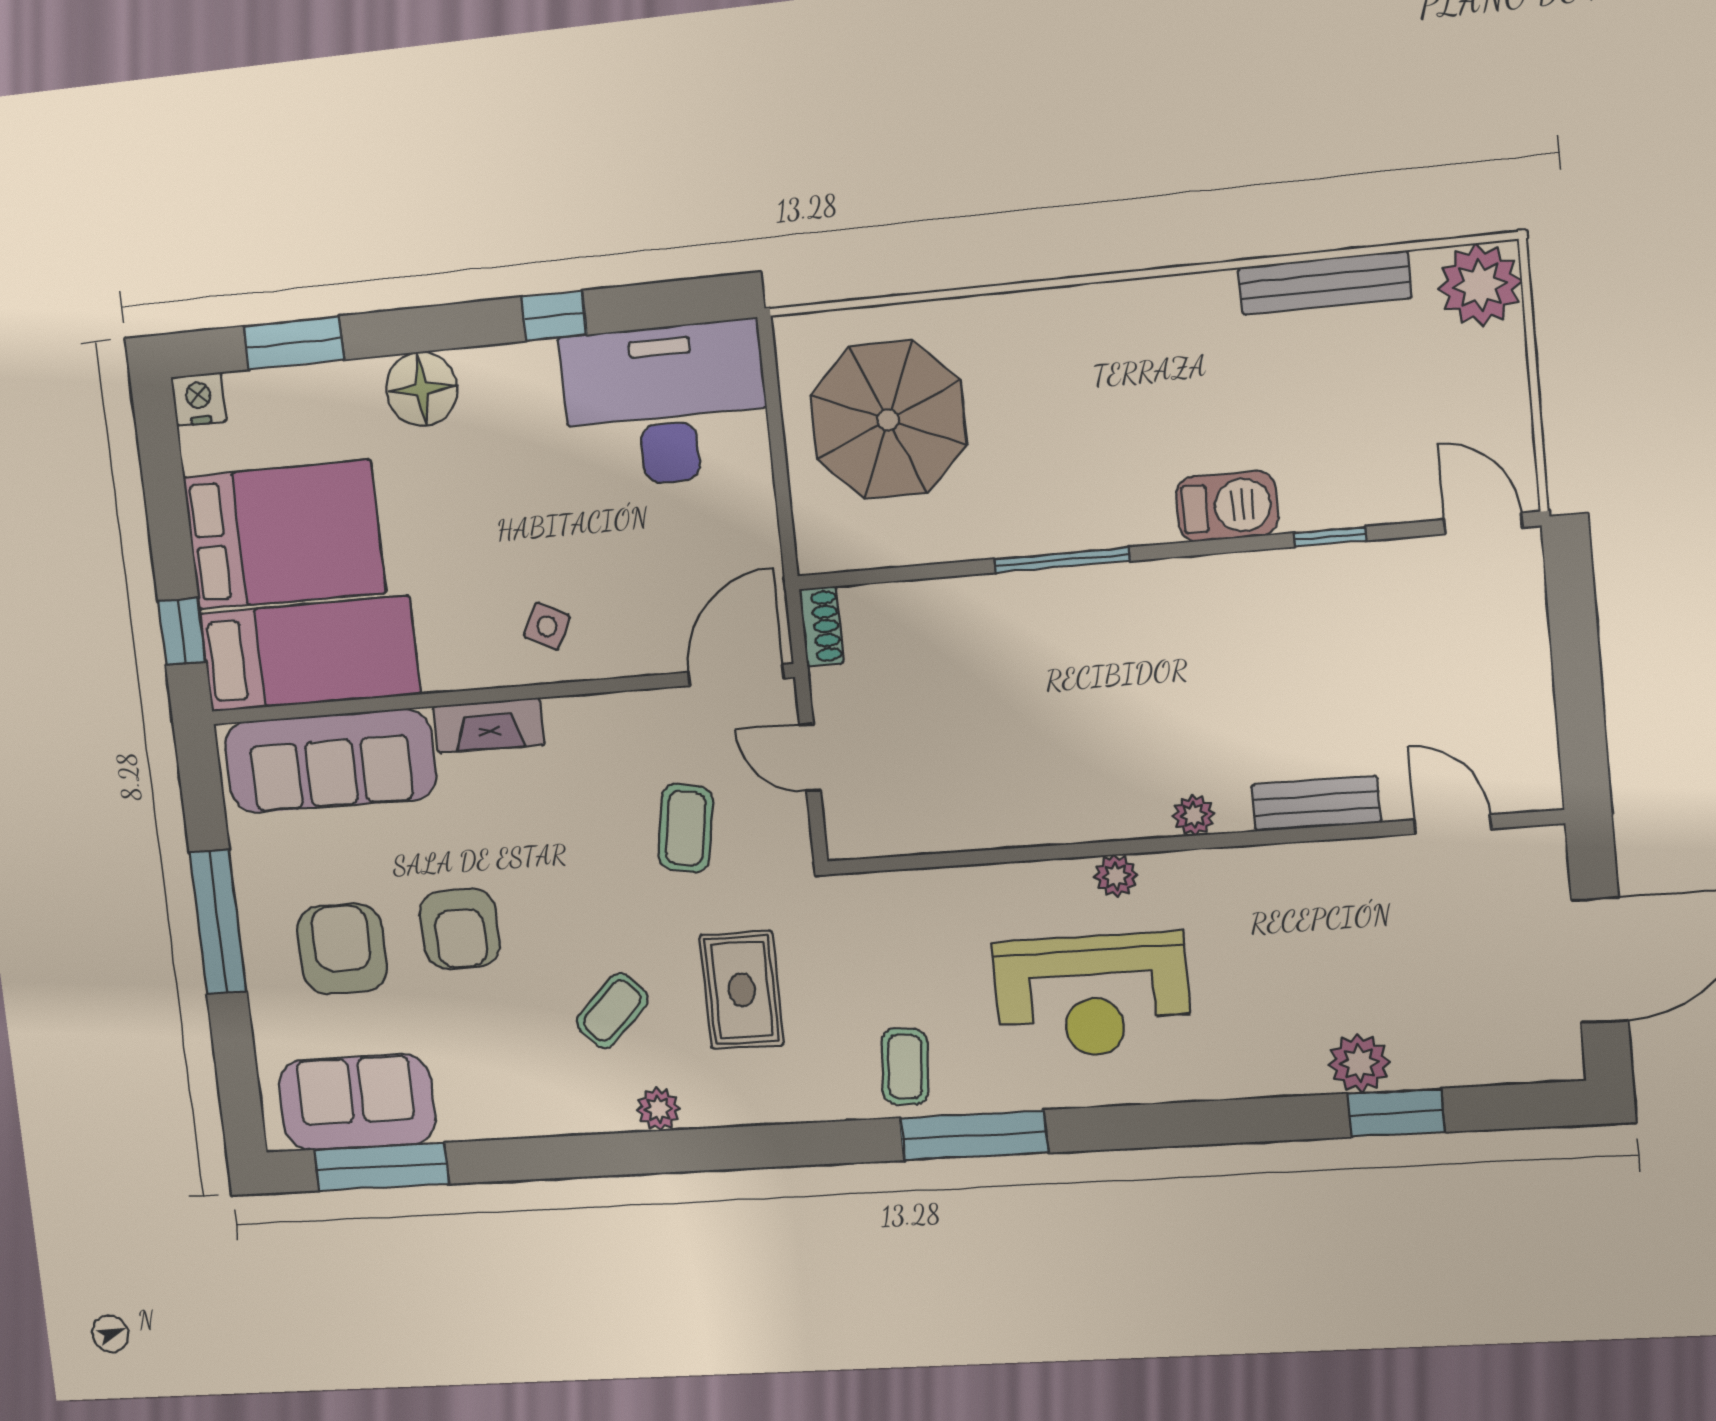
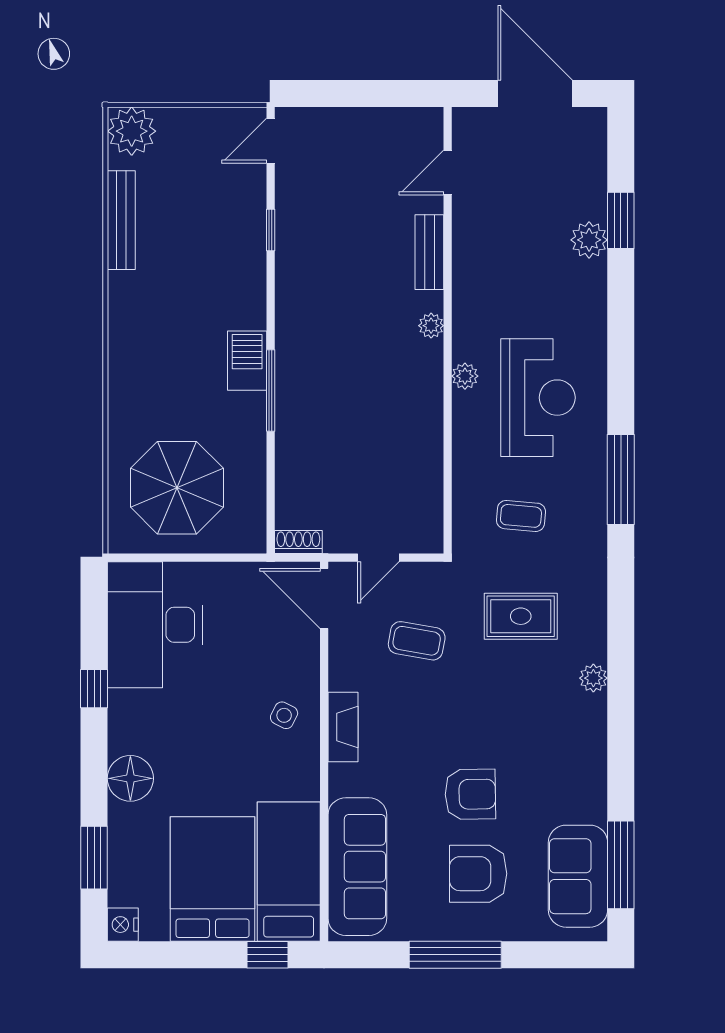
barbecue: (1227, 506) -> (247, 361), moved
fireplace: (489, 726) -> (343, 727), moved
coffee table: (612, 1011) -> (529, 701), removed
coffee table: (905, 1067) -> (521, 516), moved

